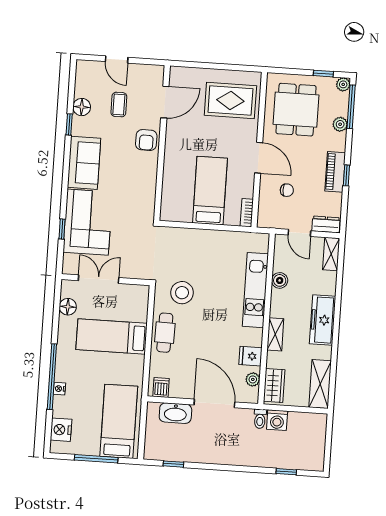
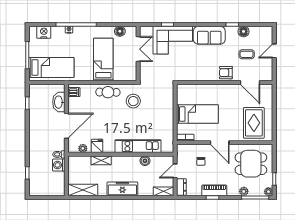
door: (259, 158) -> (220, 143), hinge flipped
shelving: (275, 334) -> (101, 160), moved
wardrobe: (274, 385) -> (80, 162), removed

